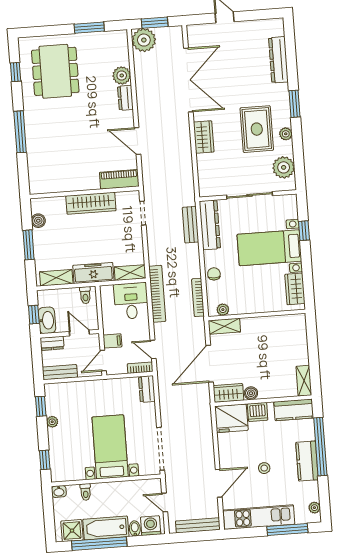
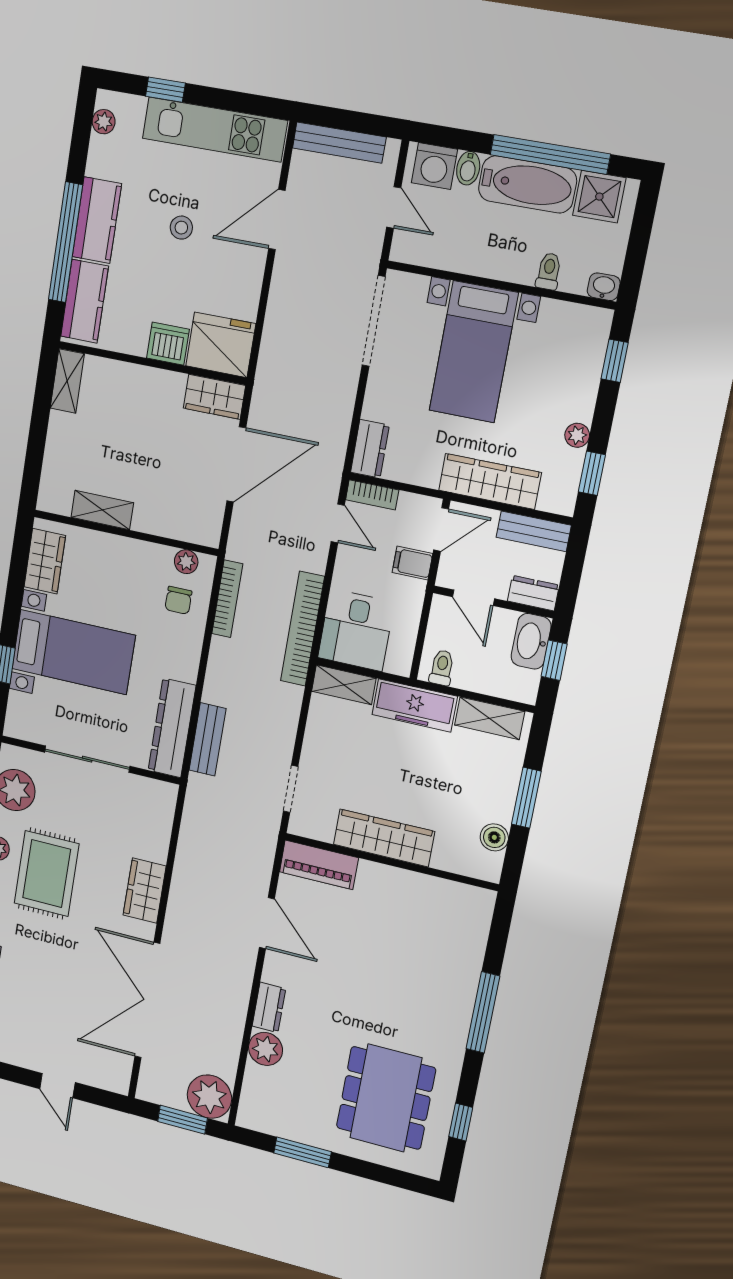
chair: (214, 274) -> (178, 600), moved
shelving: (224, 326) -> (102, 510), moved
wardrobe: (86, 390) -> (490, 481), added
boiler: (251, 393) -> (172, 384), removed
kitchen counter: (294, 410) -> (84, 301), moved, turned 90
window: (287, 529) -> (165, 90), width x0.46

